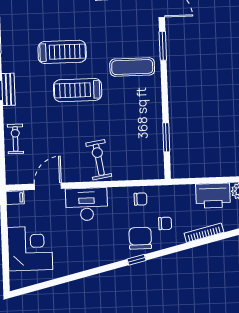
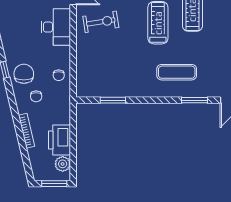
exercise mat: (132, 67) -> (177, 72), turned 90
exercise bike: (99, 160) -> (101, 22), moved
chair: (140, 238) -> (24, 74), turned -90

